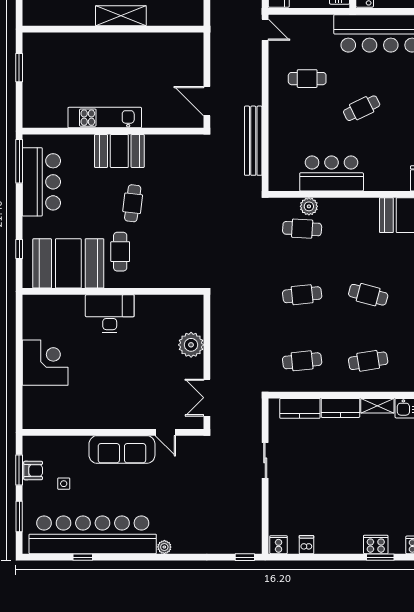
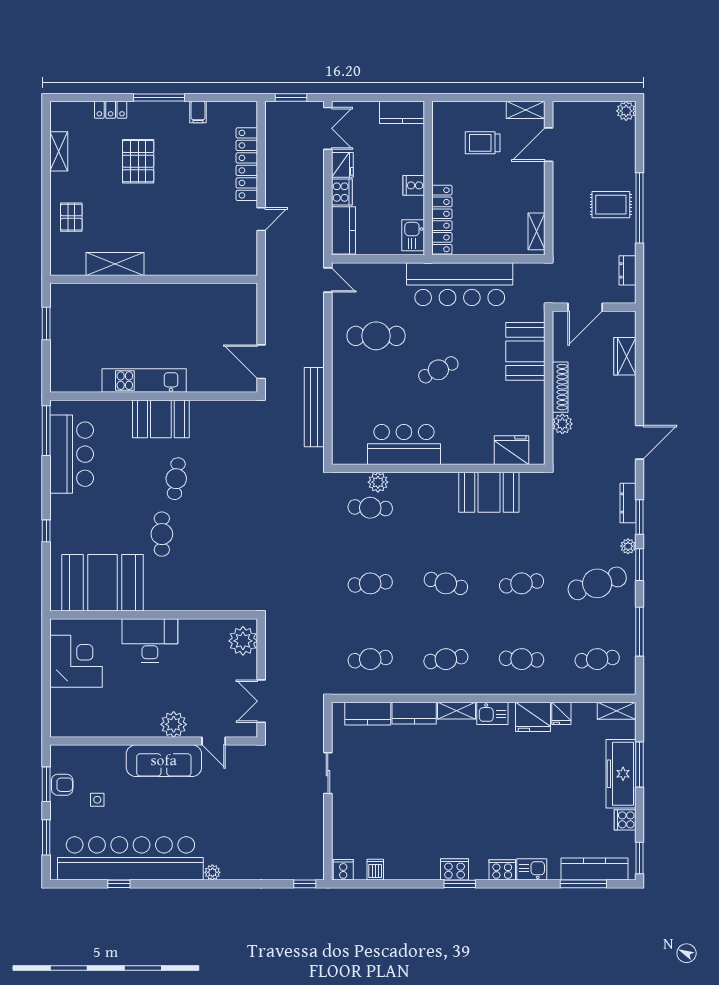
shelving: (121, 16) -> (115, 264), moved
cafe table: (307, 79) -> (376, 336), width x1.37, depth x1.35
booth: (68, 263) -> (102, 583), moved
wall: (113, 291) -> (154, 615), moved
desk: (110, 314) -> (150, 640), moved
plant: (130, 418) -> (174, 724), added

